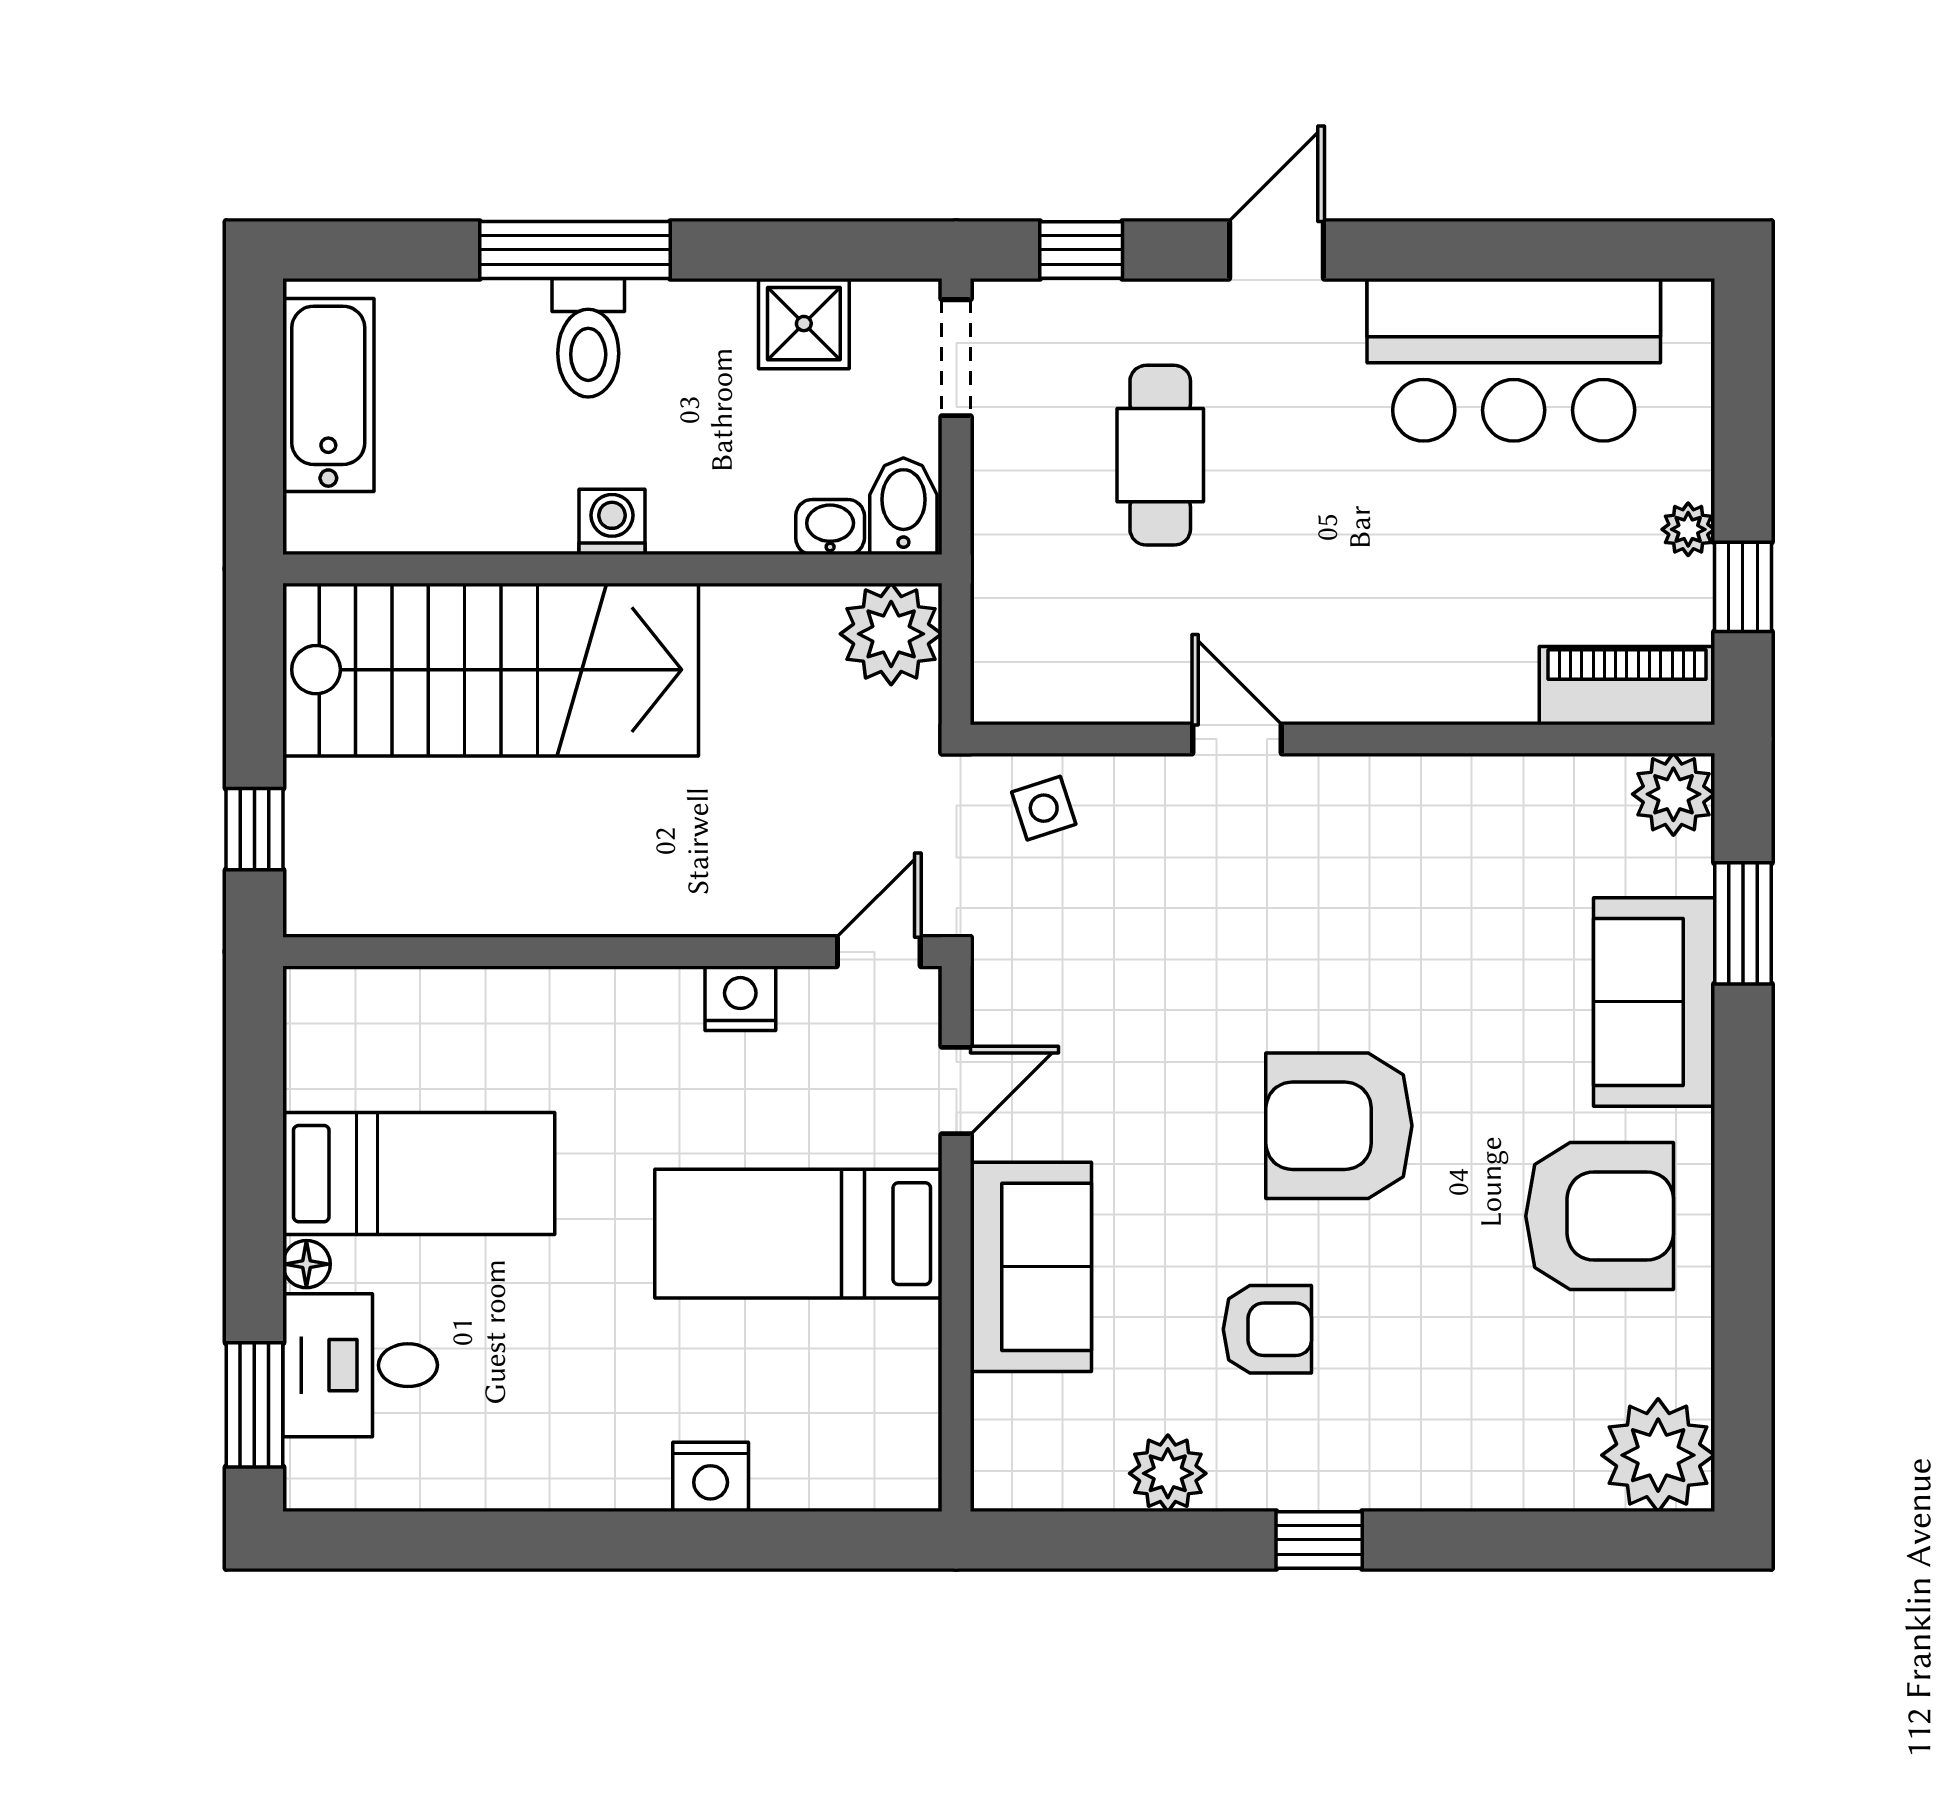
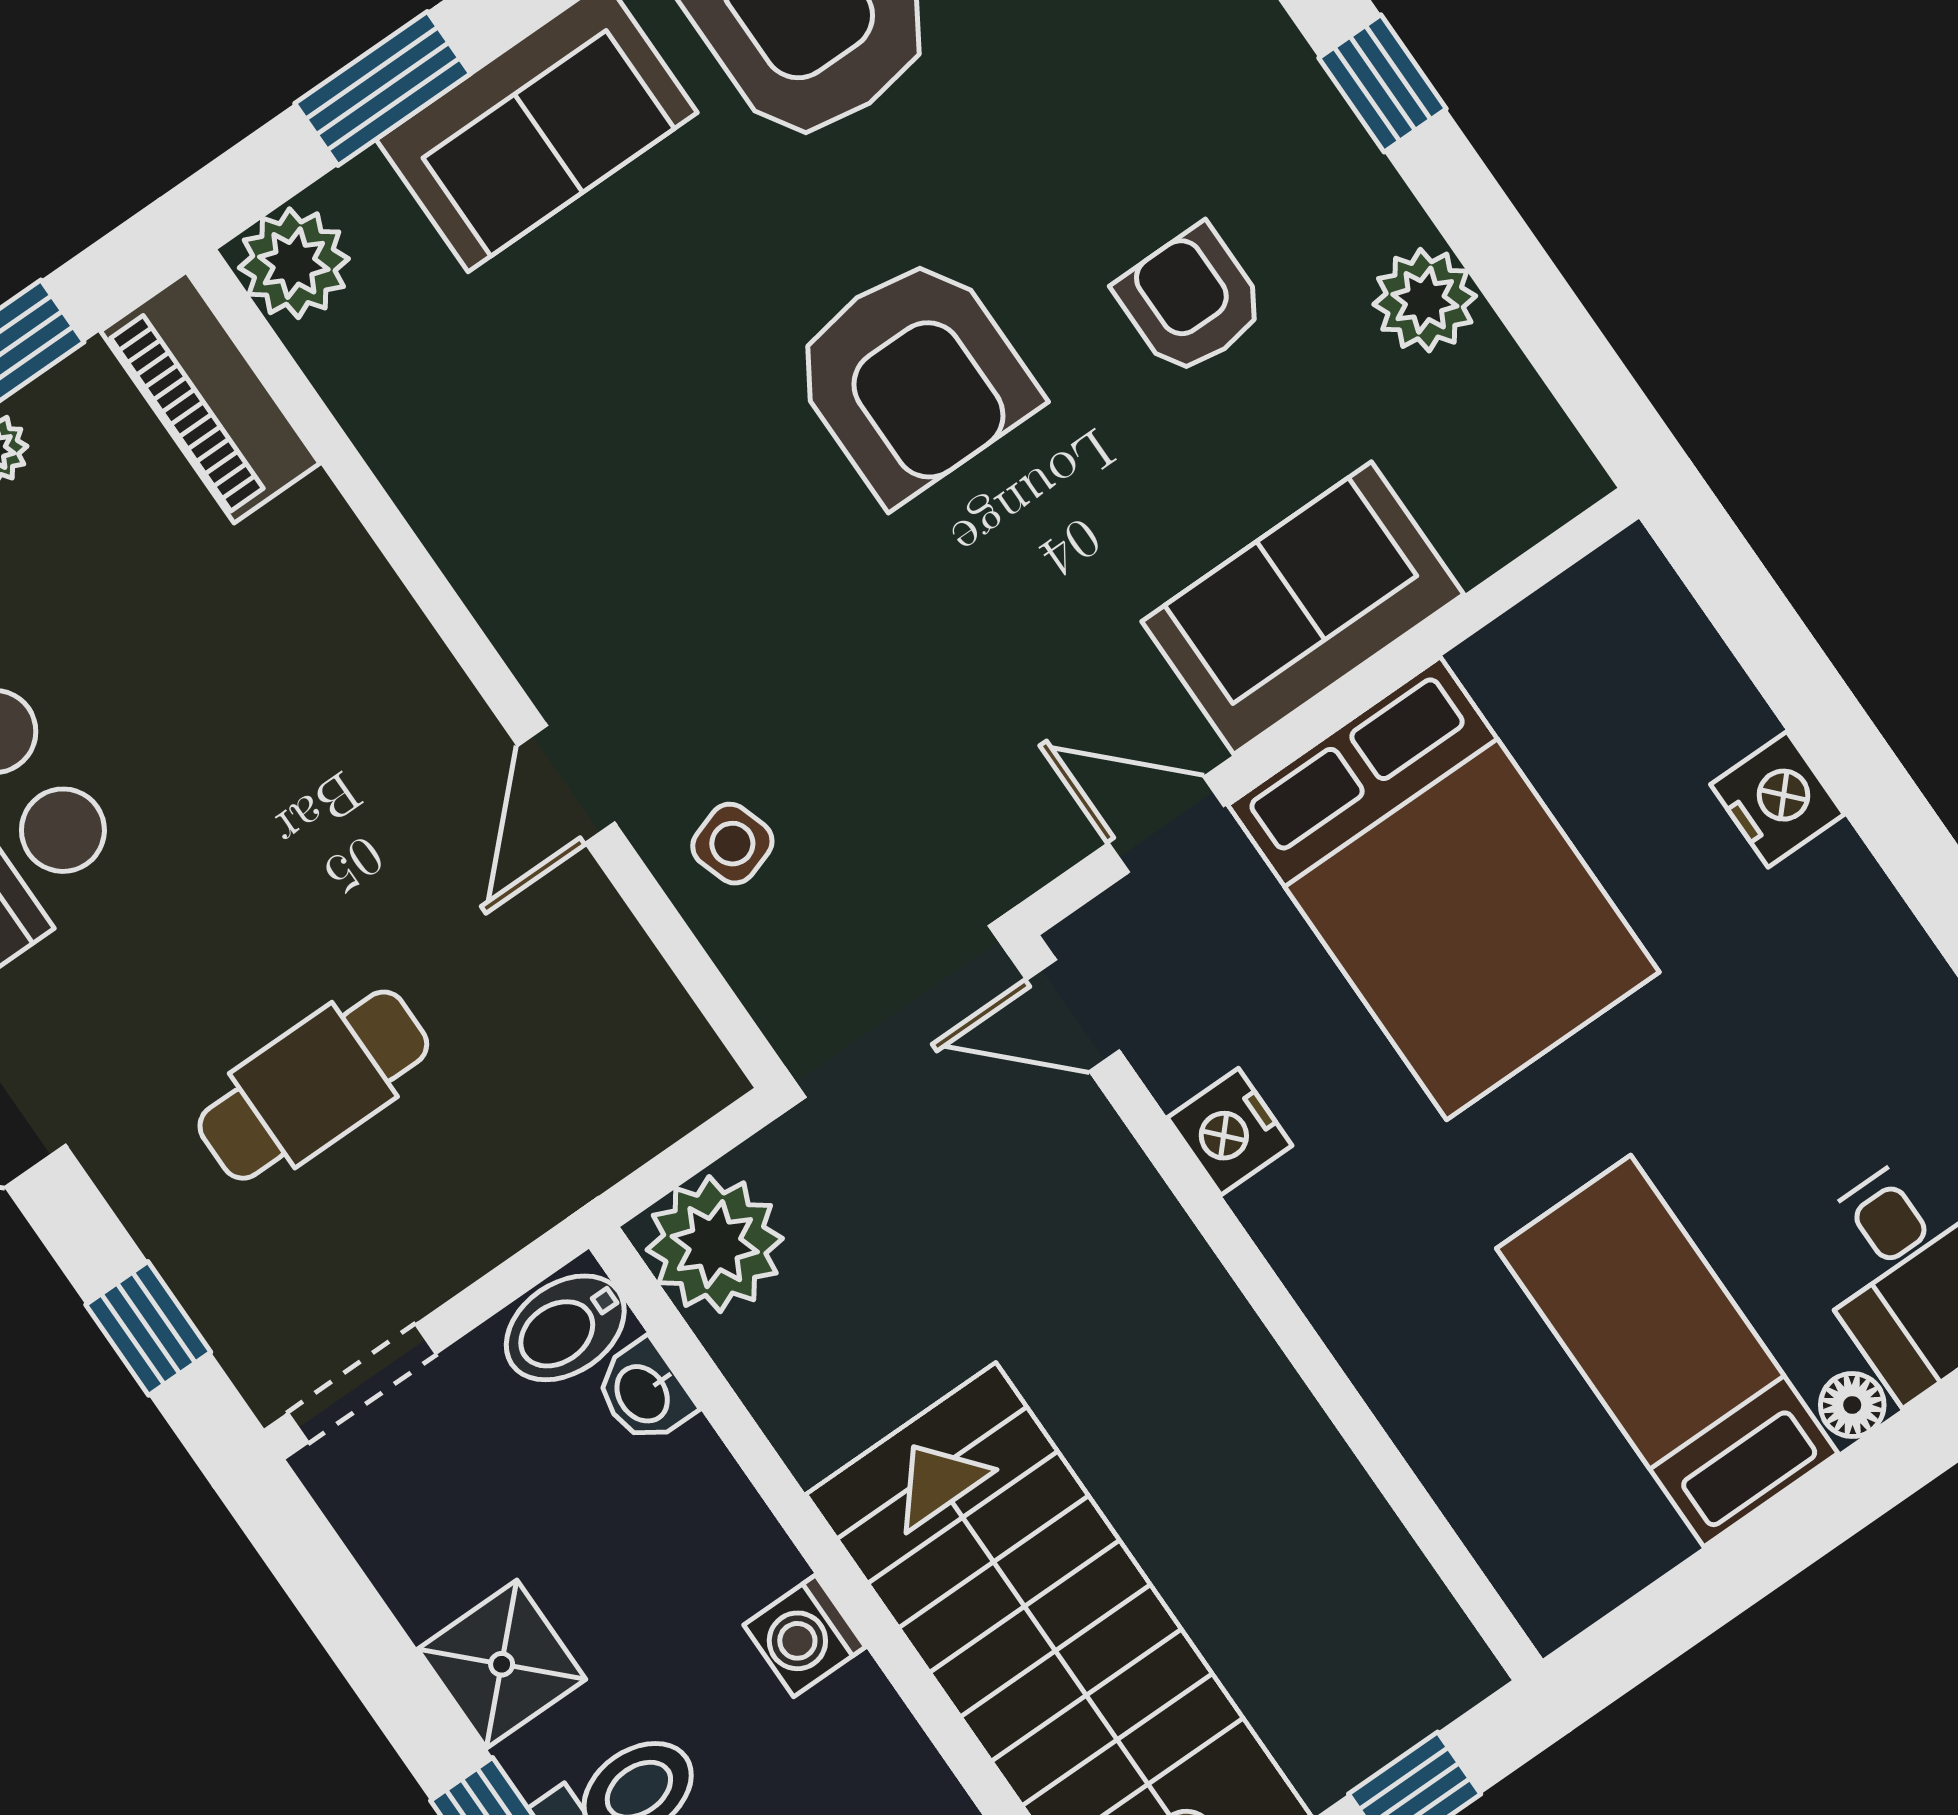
shower: (804, 324) -> (502, 1664), moved
side table: (1044, 808) -> (732, 844), moved
bed: (798, 1234) -> (1444, 888), width x1.50

